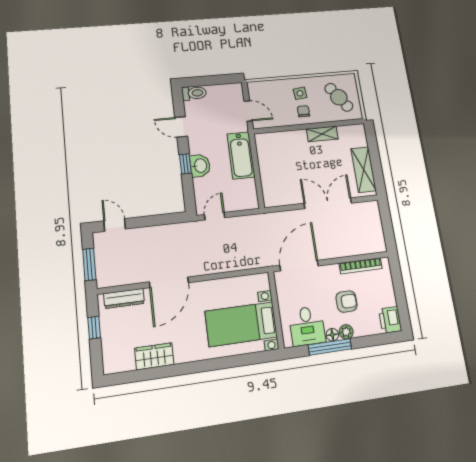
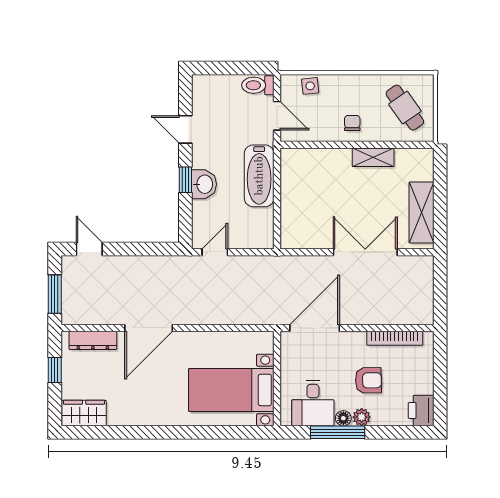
toilet: (194, 93) -> (258, 85), moved, turned 180
side table: (300, 93) -> (310, 86), moved
wardrobe: (154, 356) -> (84, 413), moved

